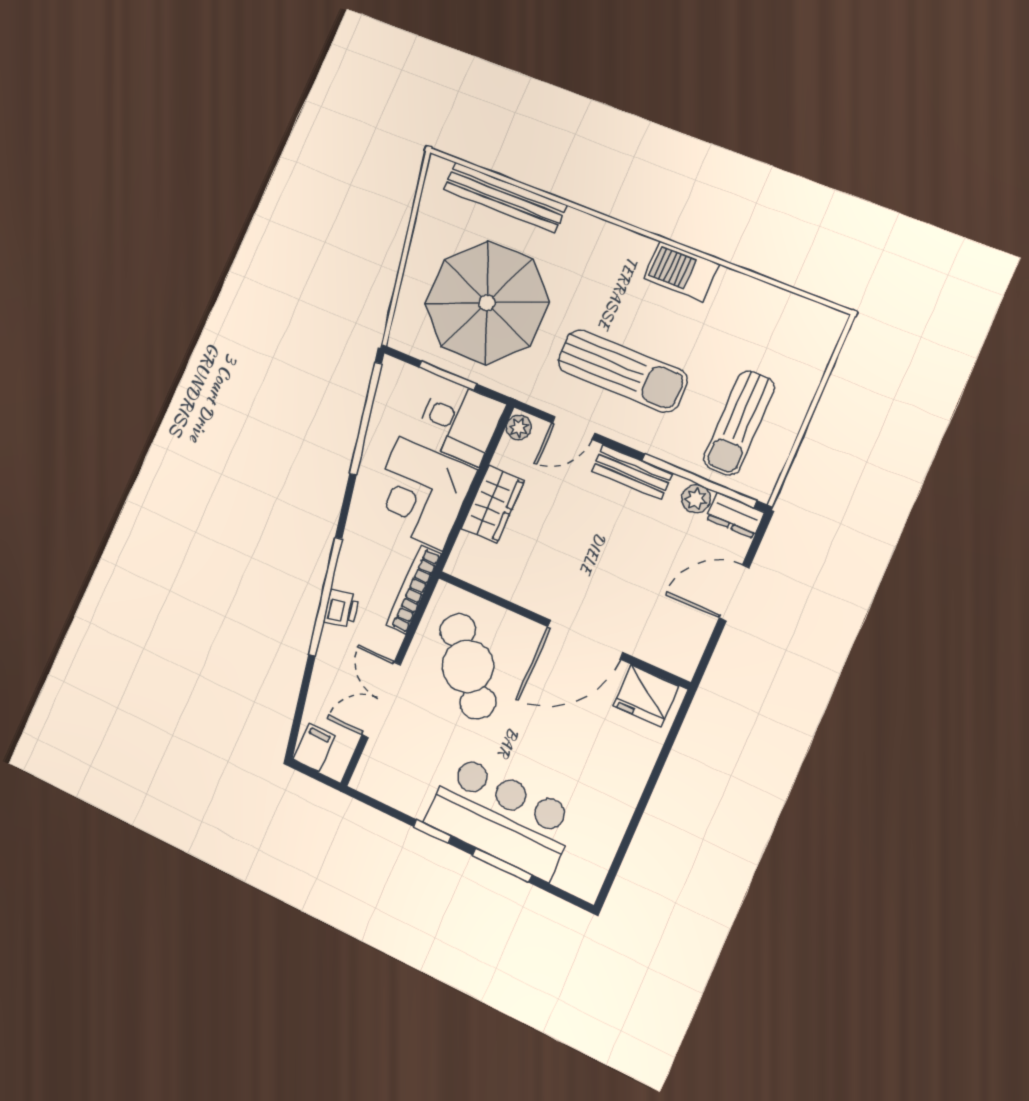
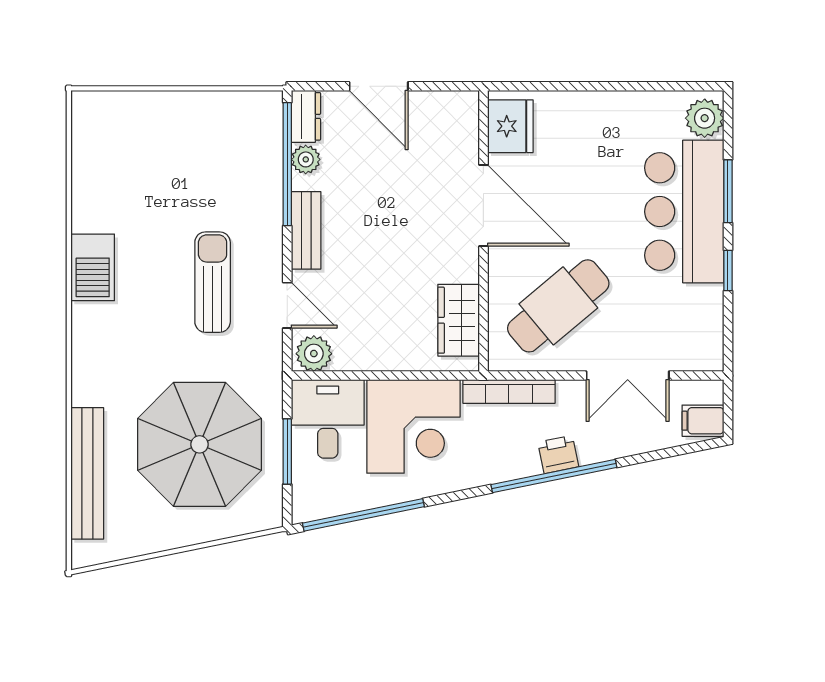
sun lounger: (622, 371) -> (213, 282), width x0.73, depth x0.75
sun lounger: (739, 423) -> (217, 150), removed
plant: (519, 428) -> (314, 354), width x1.38, depth x1.38
wardrobe: (493, 504) -> (459, 320), moved, turned -90
plant: (576, 875) -> (705, 118), added

